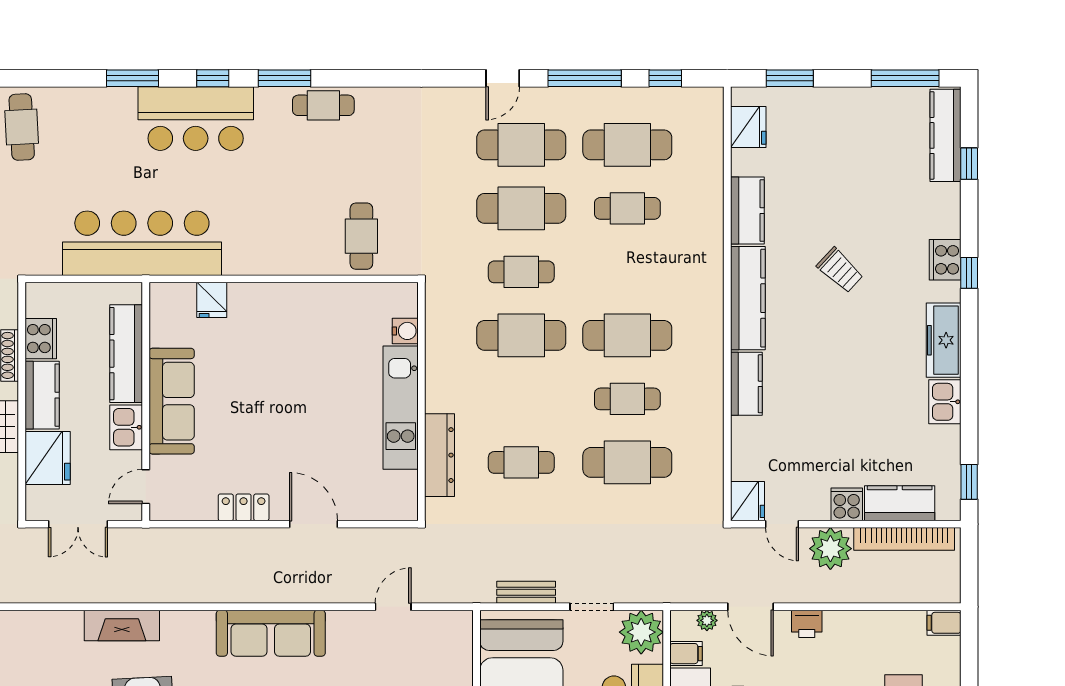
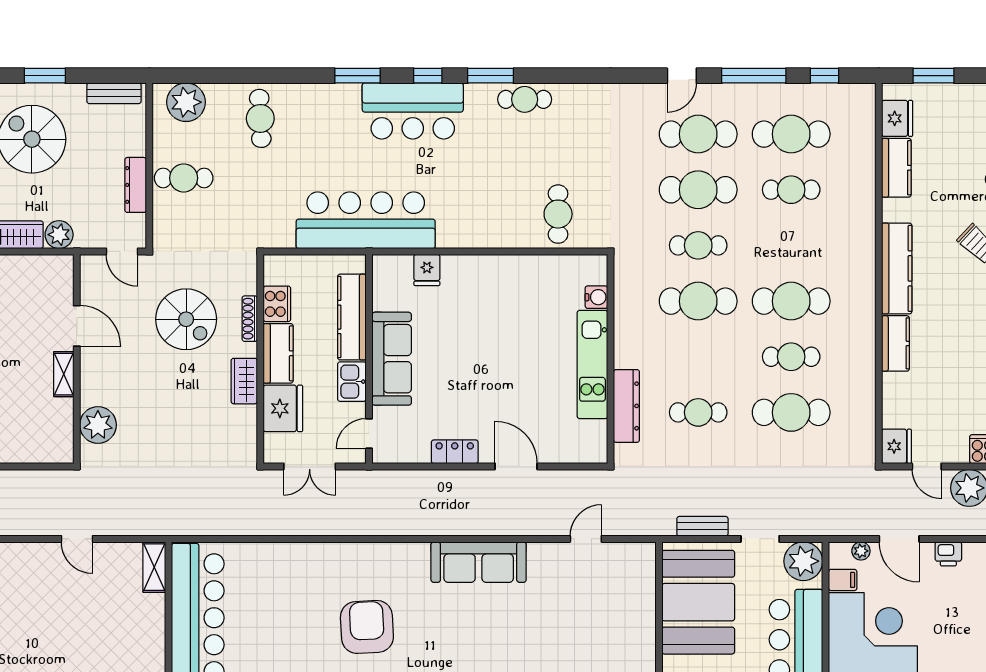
kitchen counter: (747, 211) -> (896, 168), moved
fireplace: (122, 625) -> (348, 555), removed

